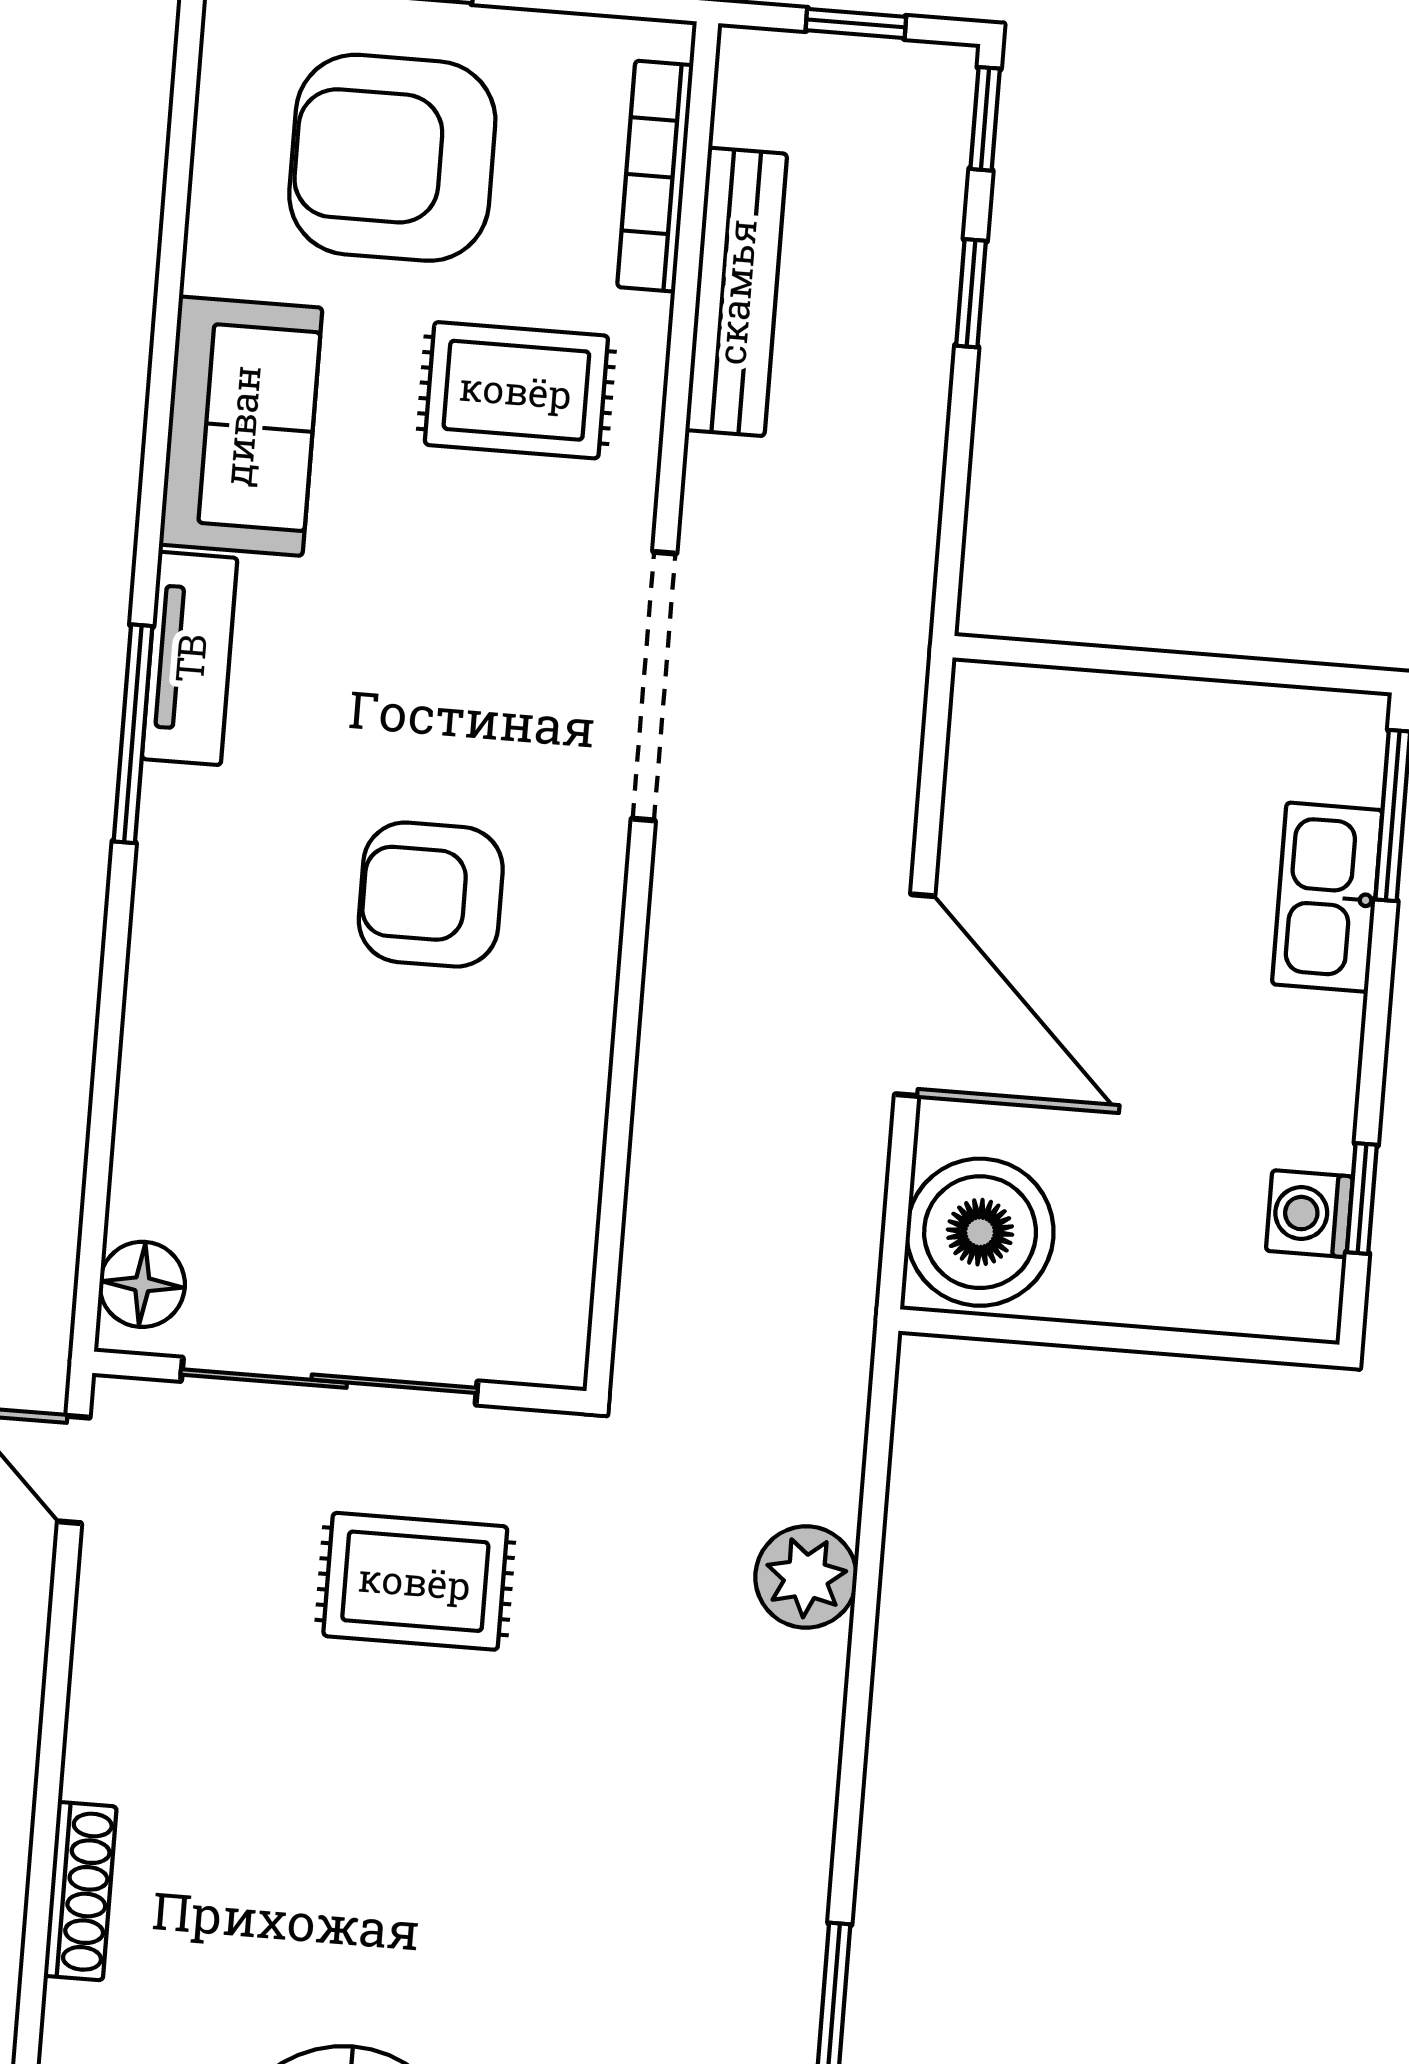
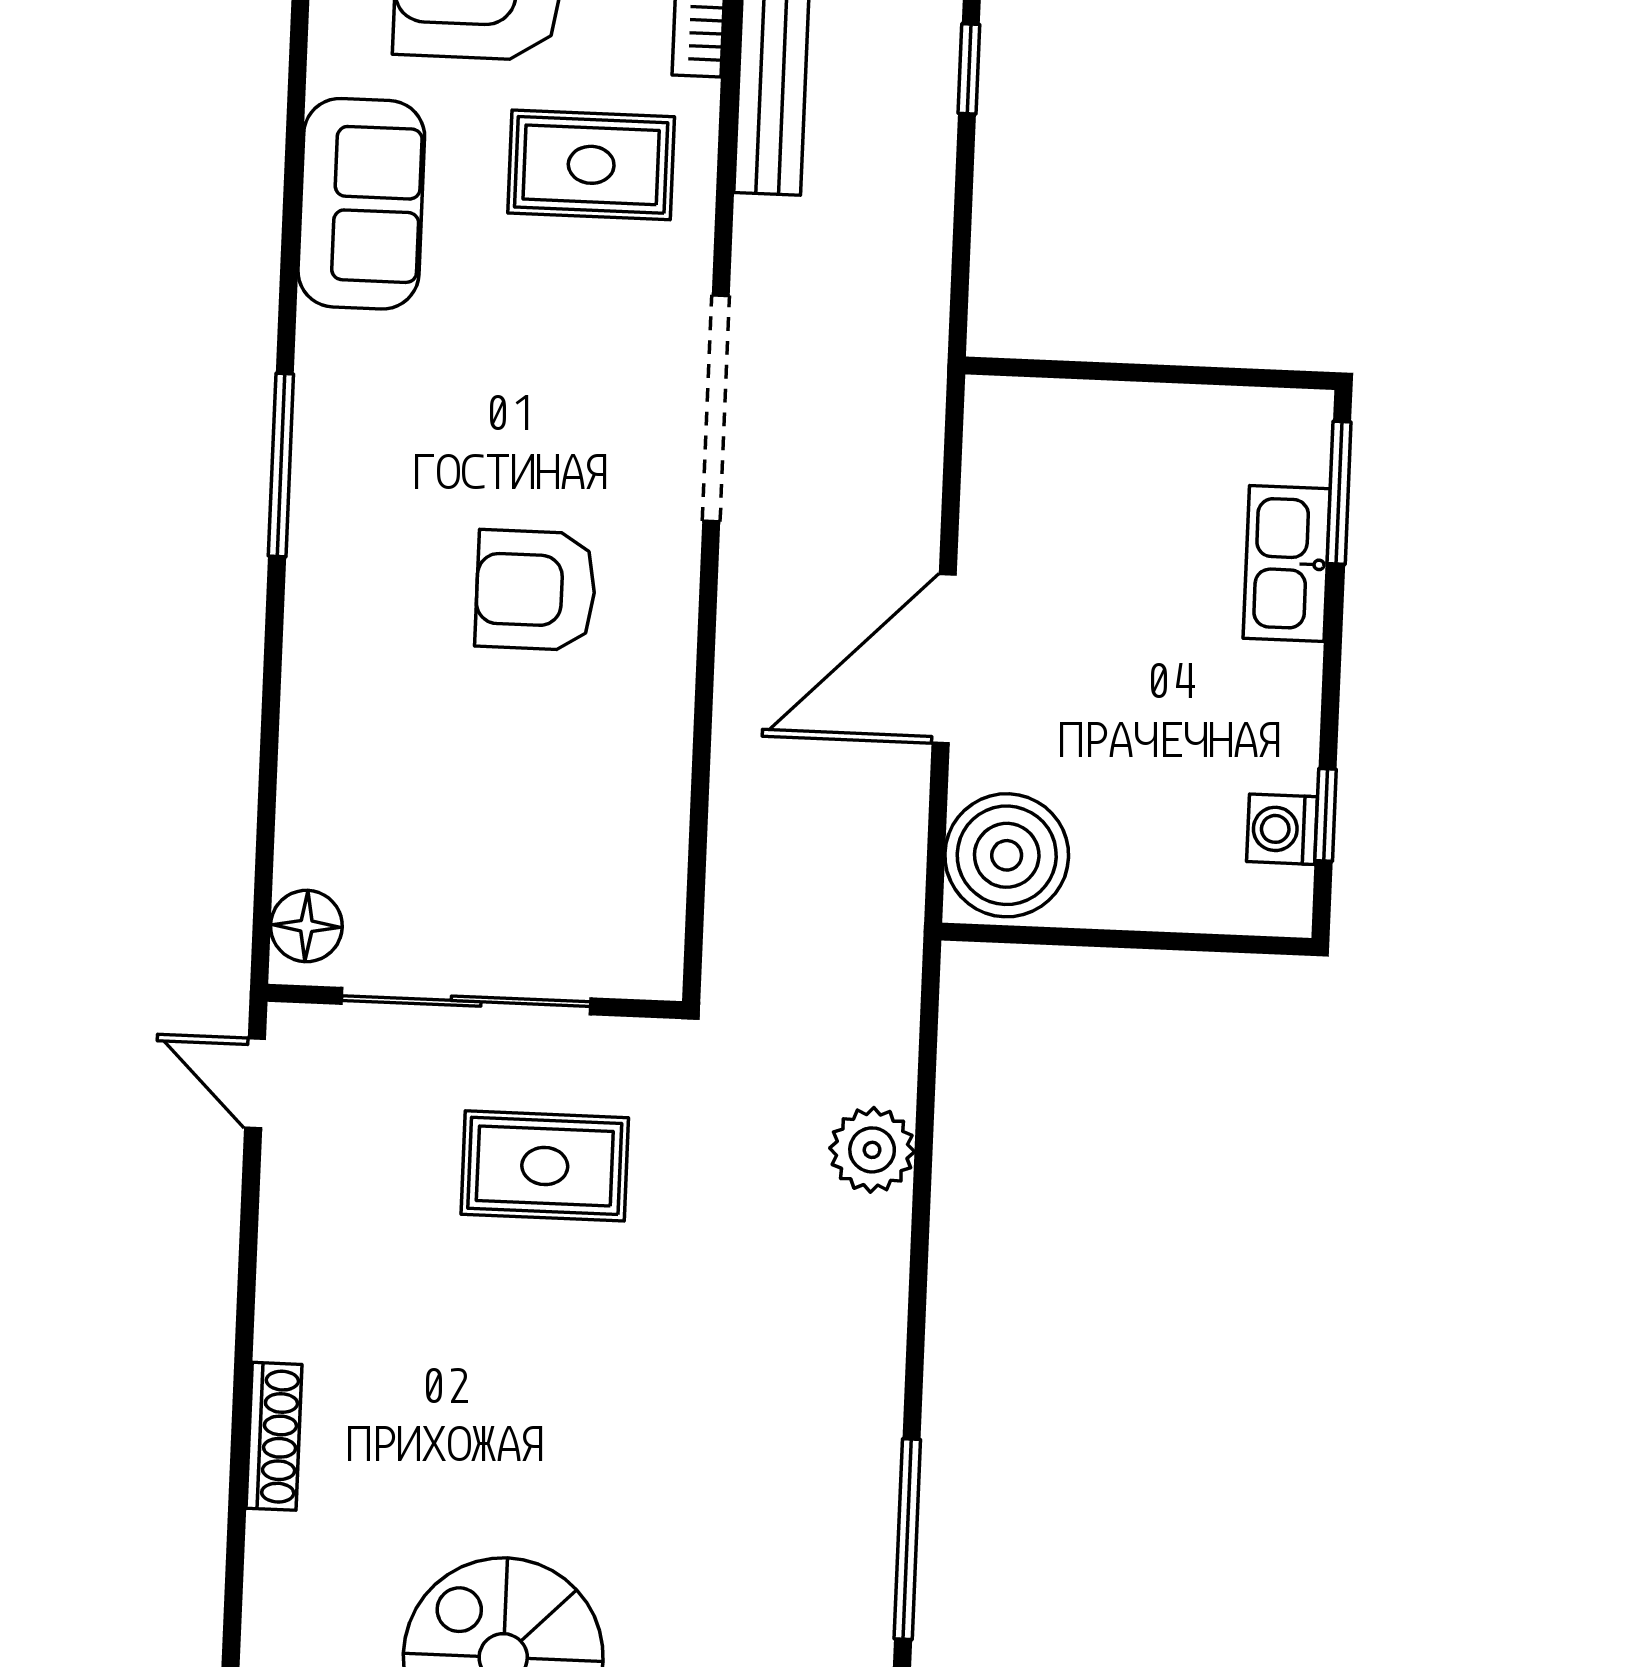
tv unit: (190, 658) -> (326, 400), removed
door: (915, 995) -> (944, 659), swing flipped

